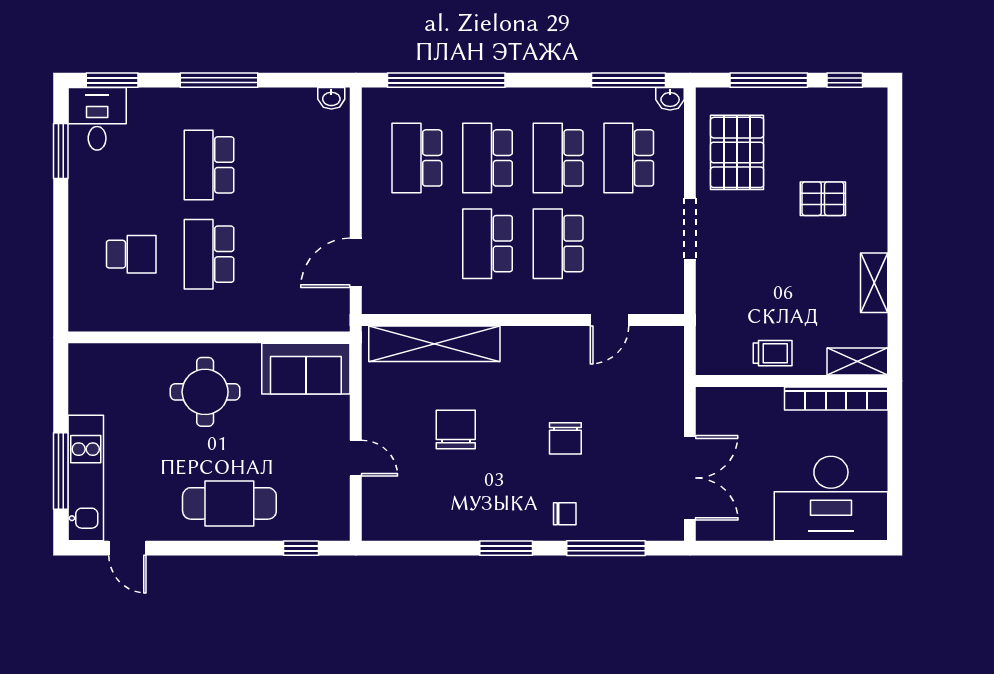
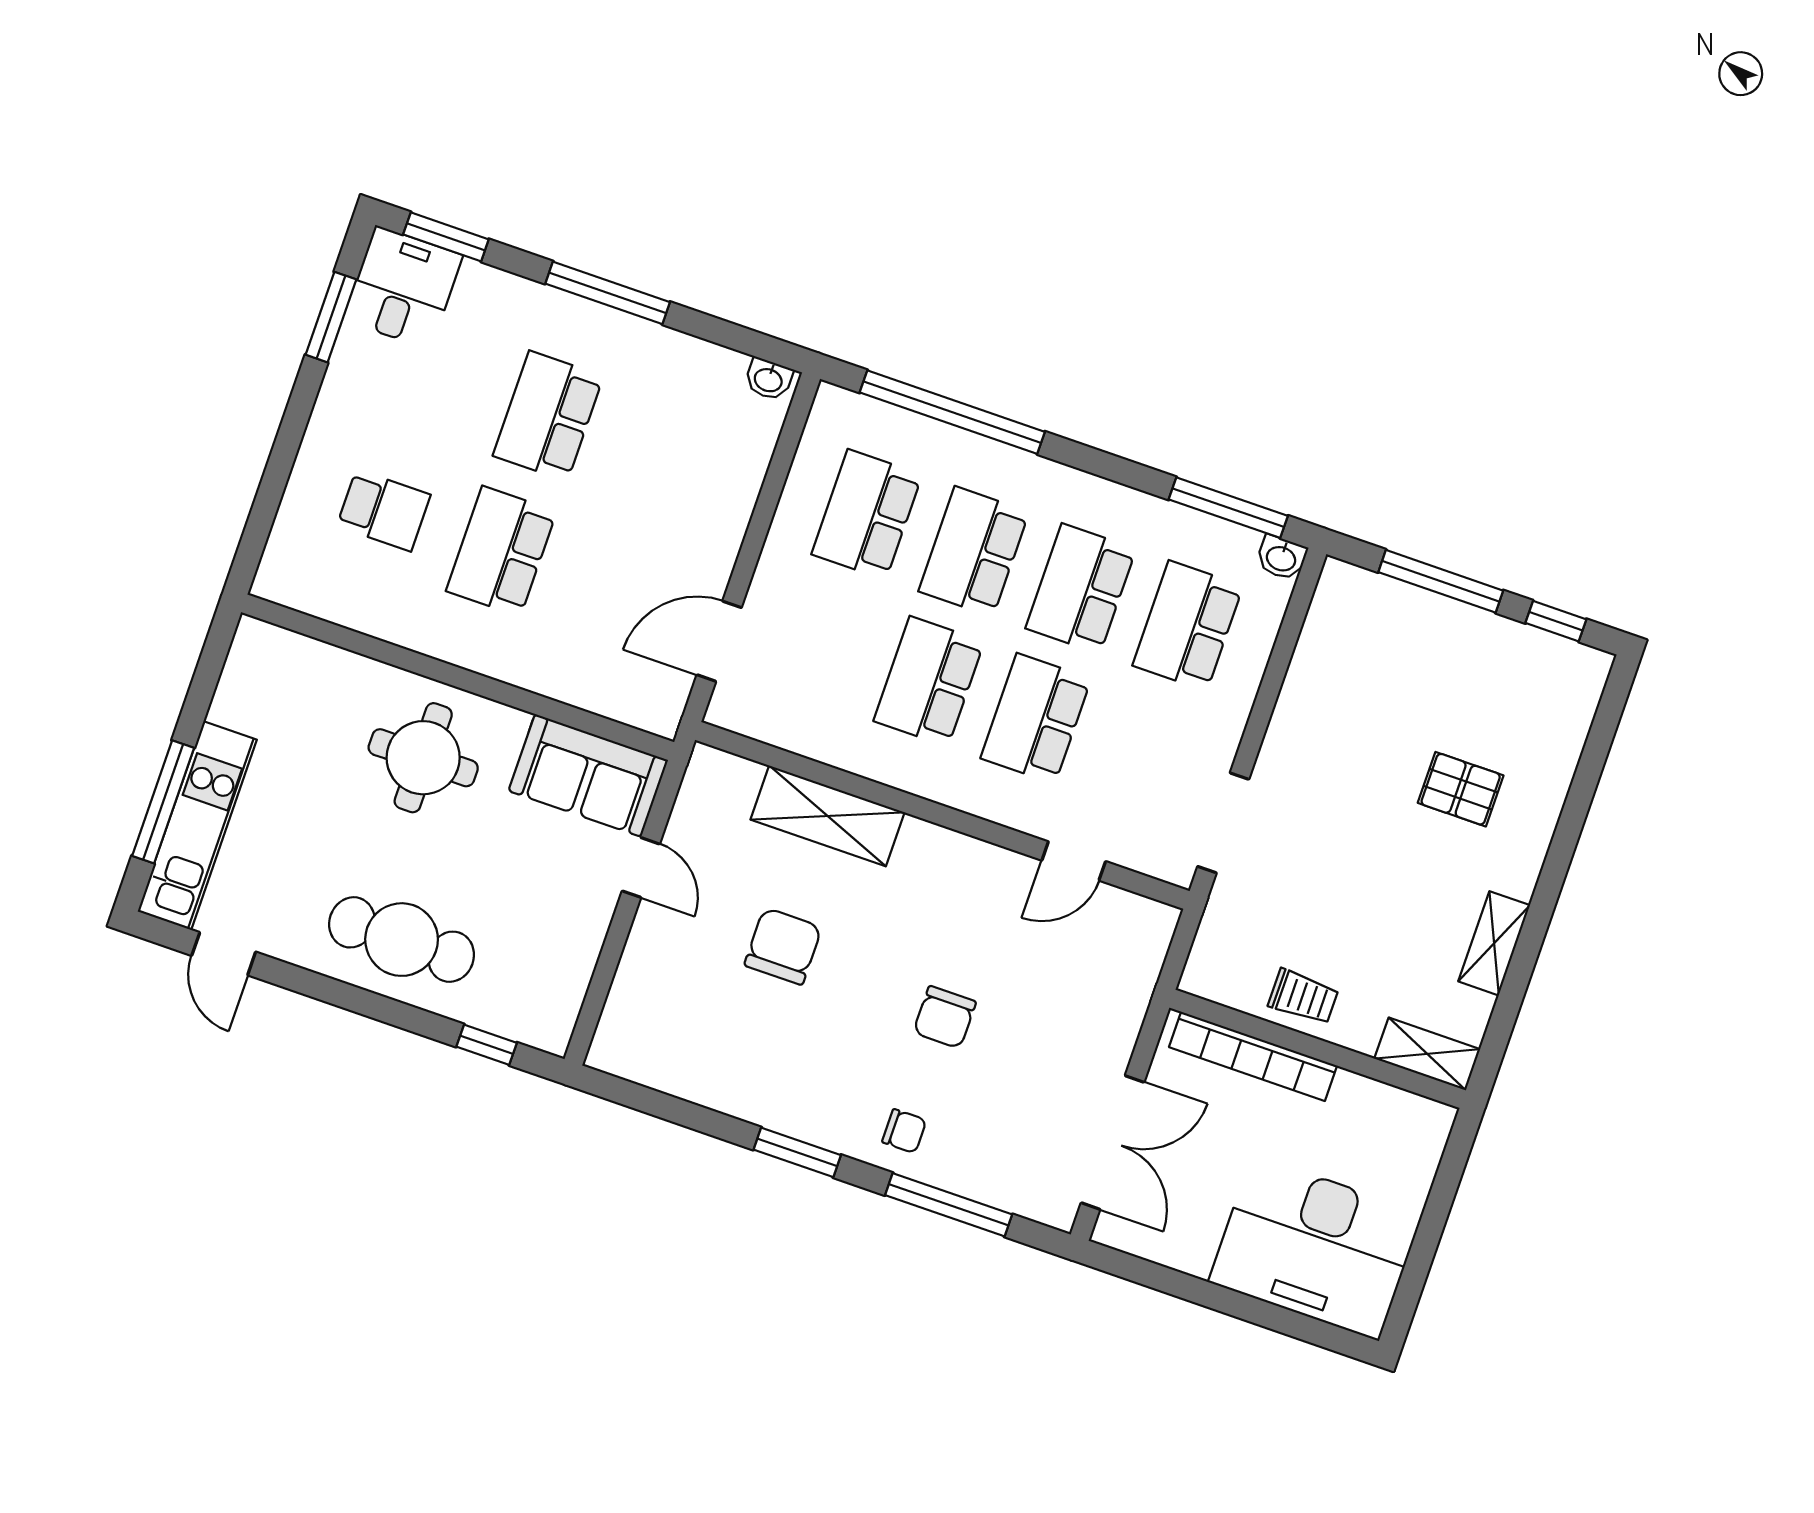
pallet: (737, 152) -> (1355, 674), removed
doorway: (690, 229) -> (1223, 823), moved
shelving: (434, 344) -> (827, 816), width x0.68
bookcase: (836, 398) -> (1253, 1056), moved
door: (356, 458) -> (641, 867), moved

